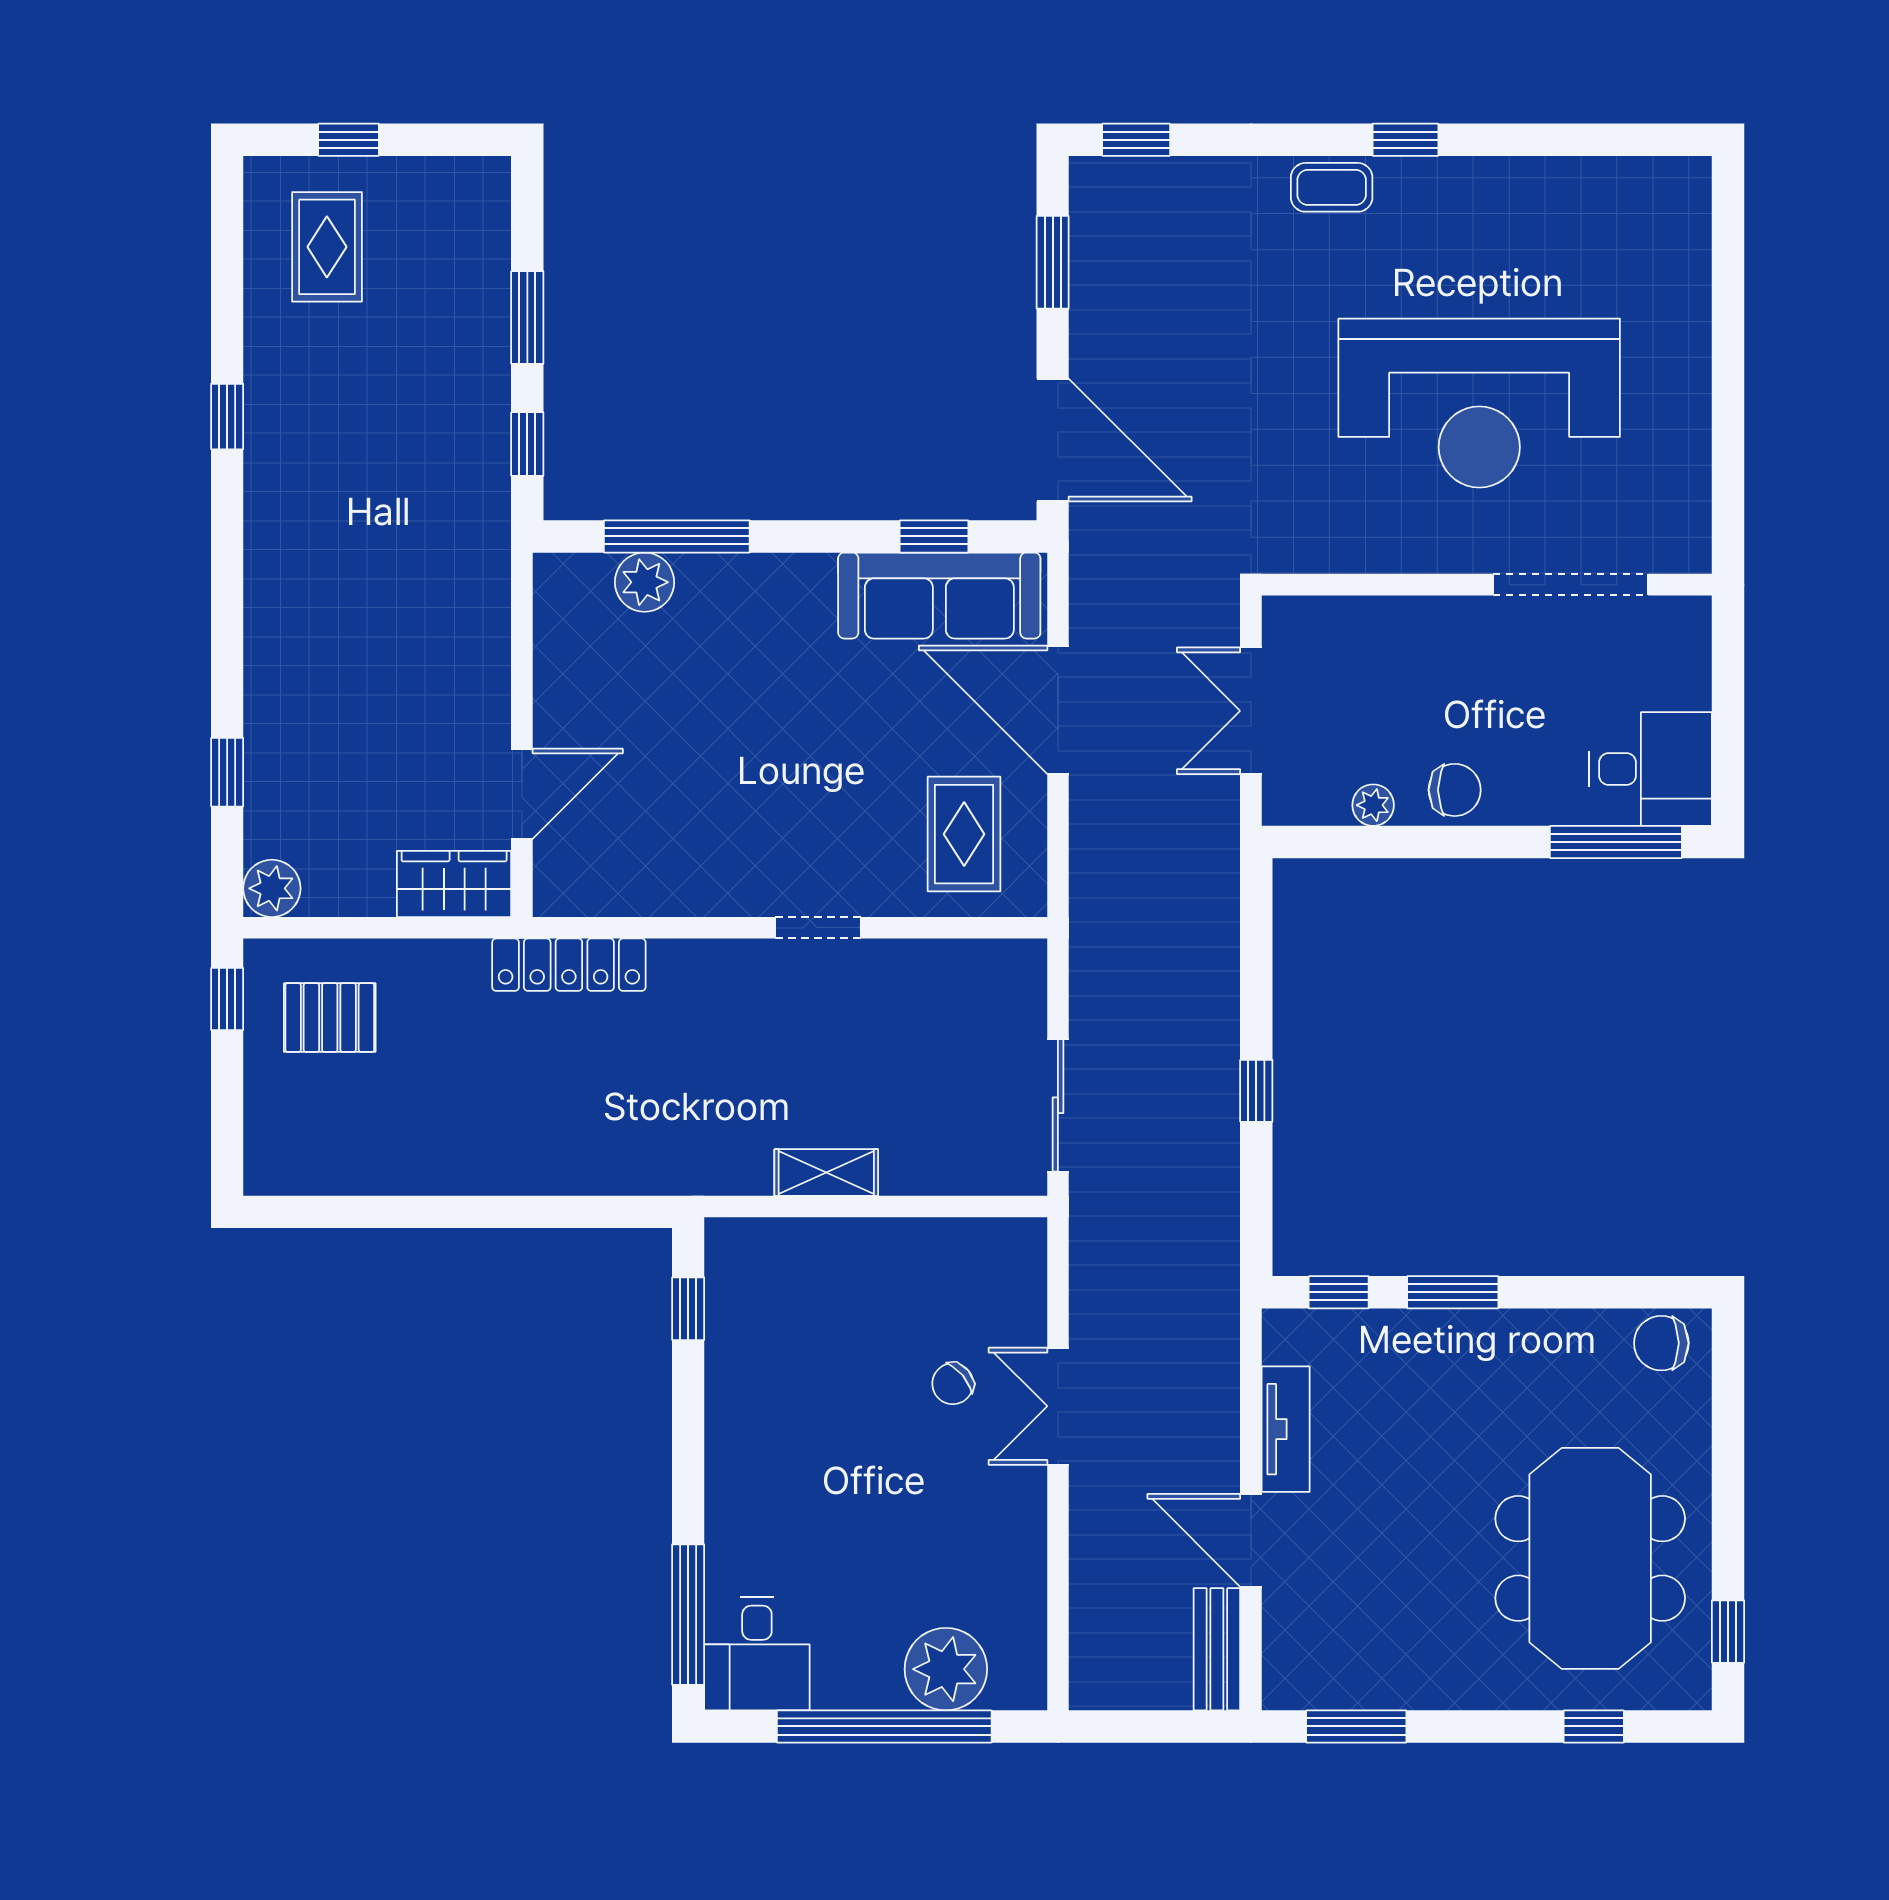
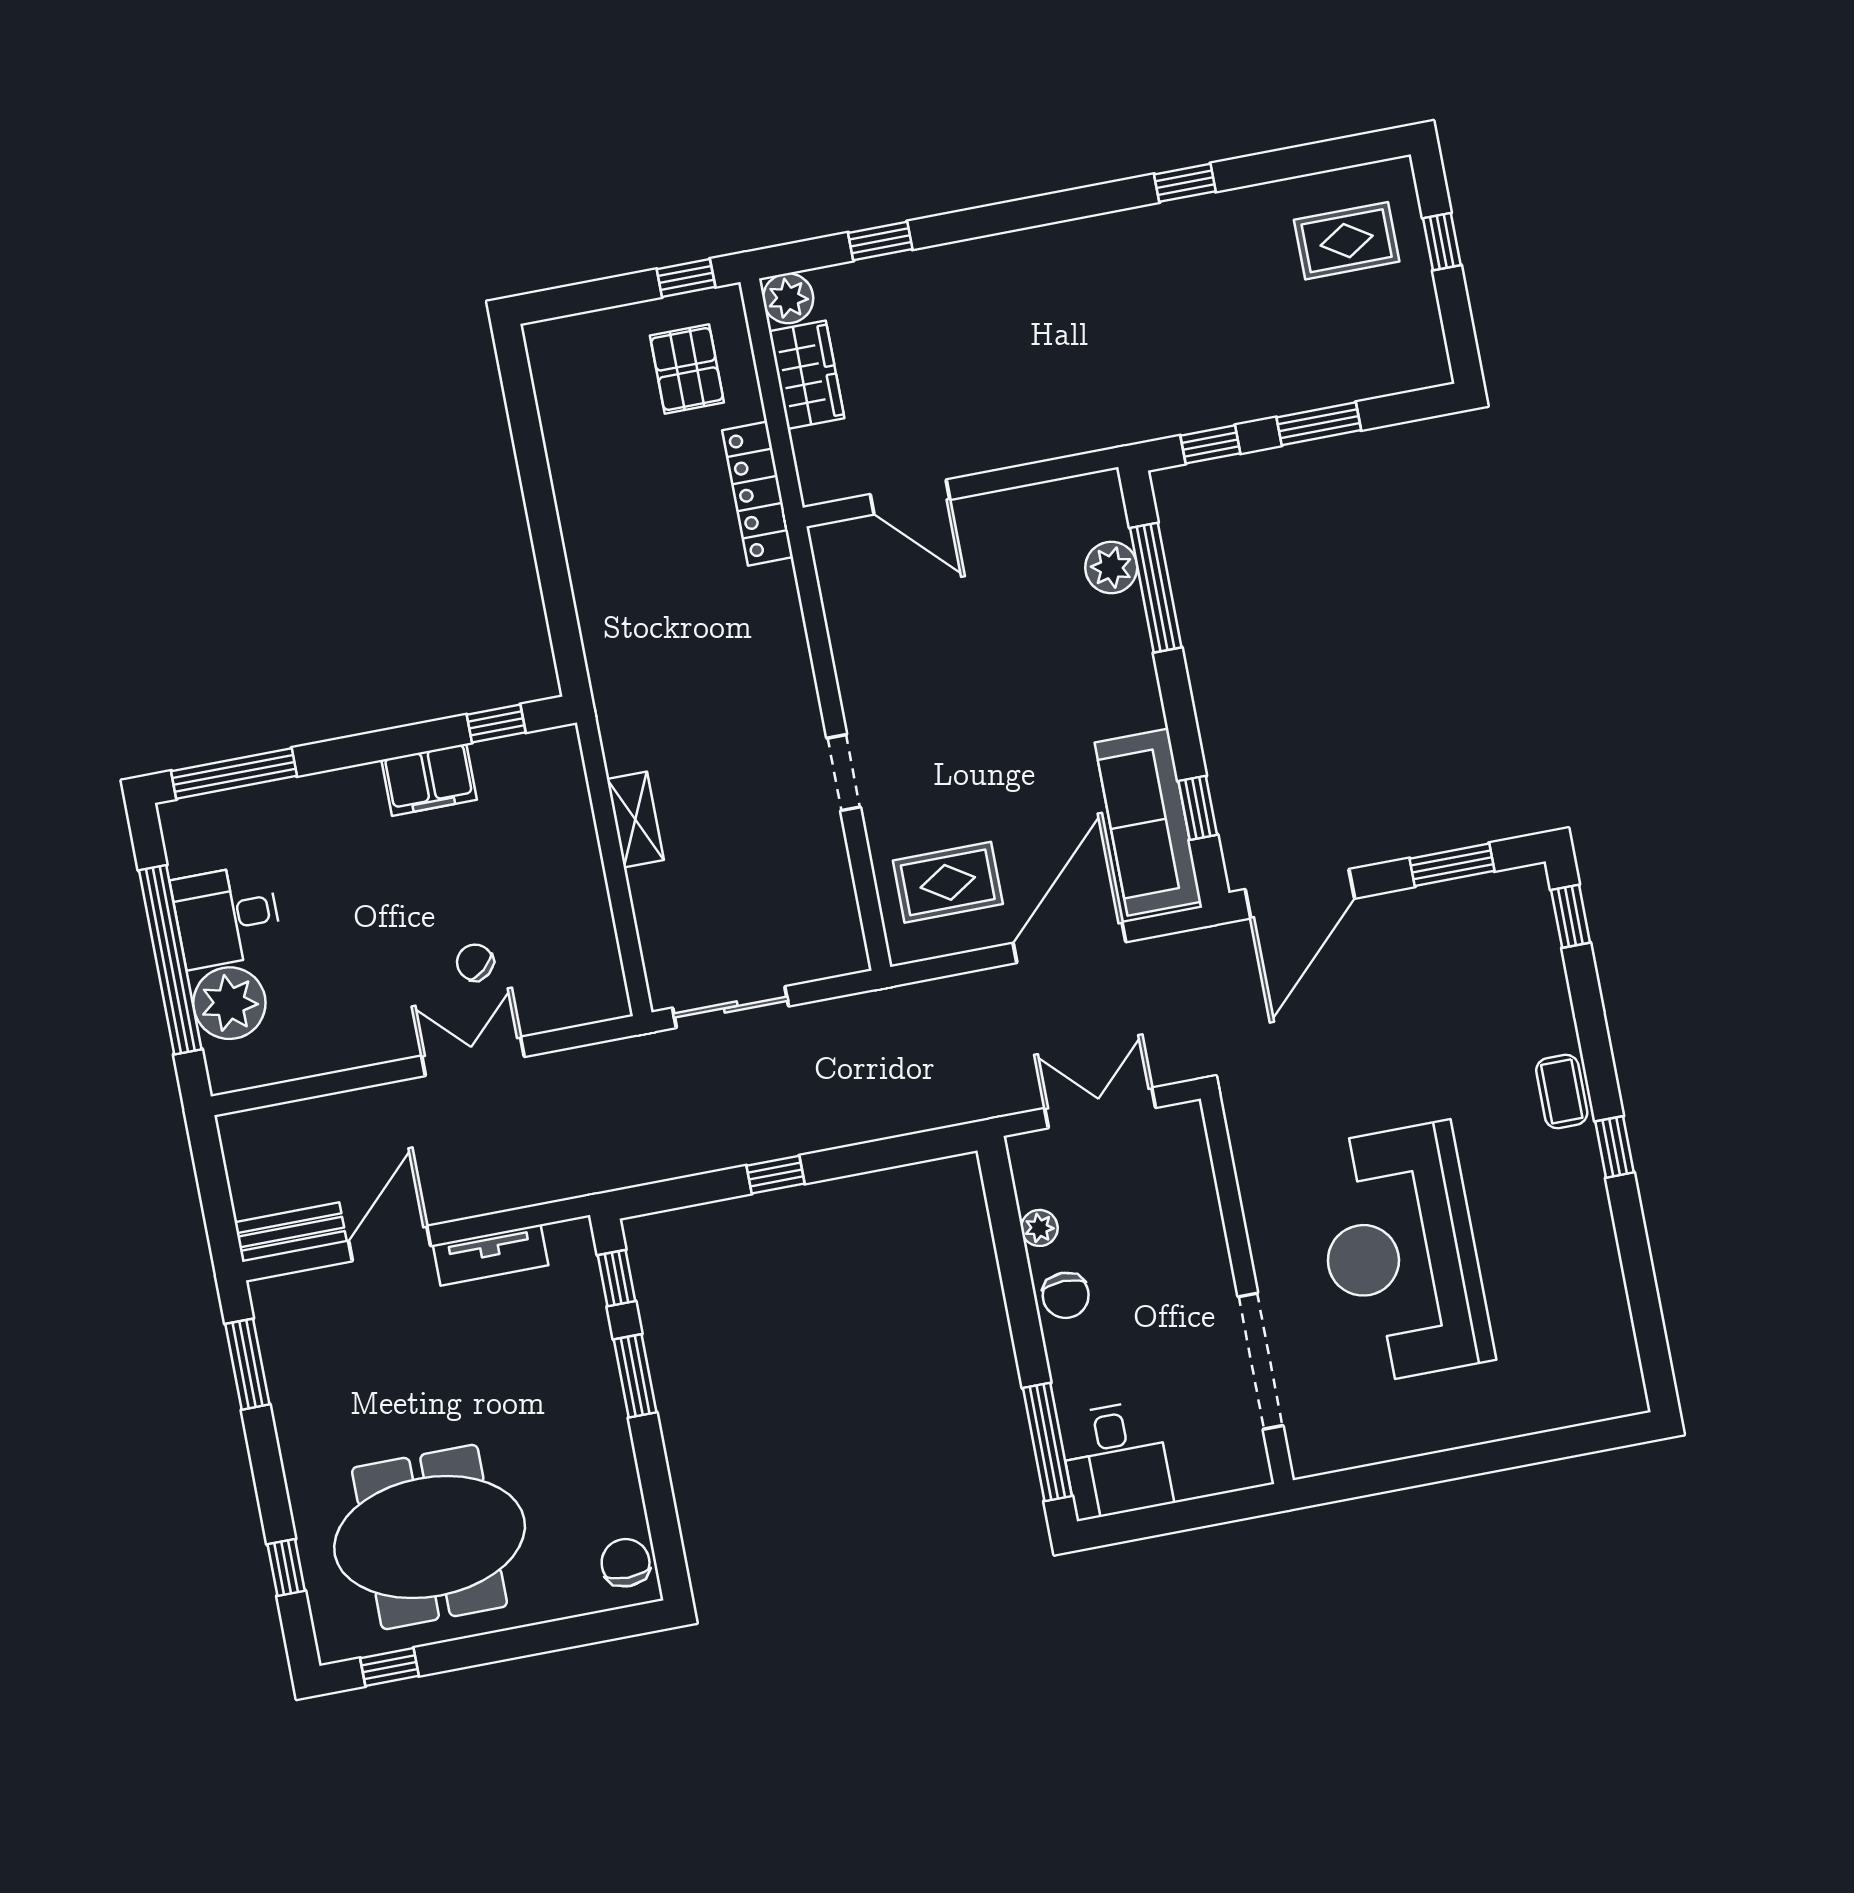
wardrobe: (454, 884) -> (807, 375), moved
locker: (569, 965) -> (758, 494), moved
filing cabinet: (737, 1396) -> (429, 780), added
desk: (757, 1653) -> (227, 916), moved

